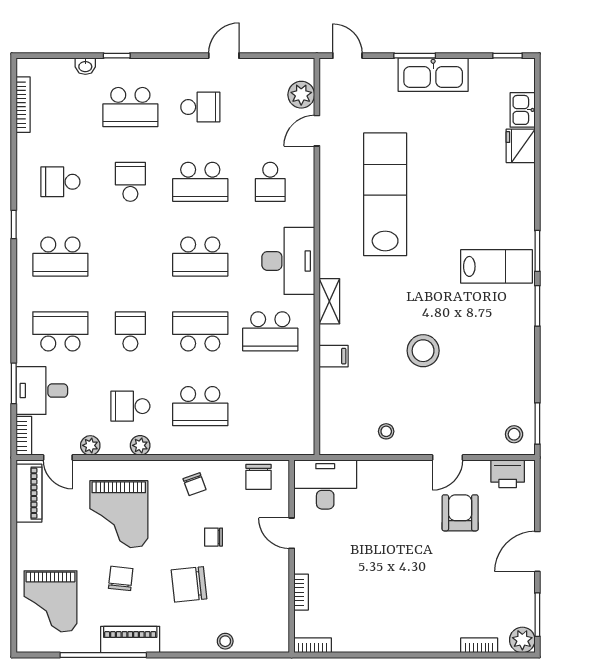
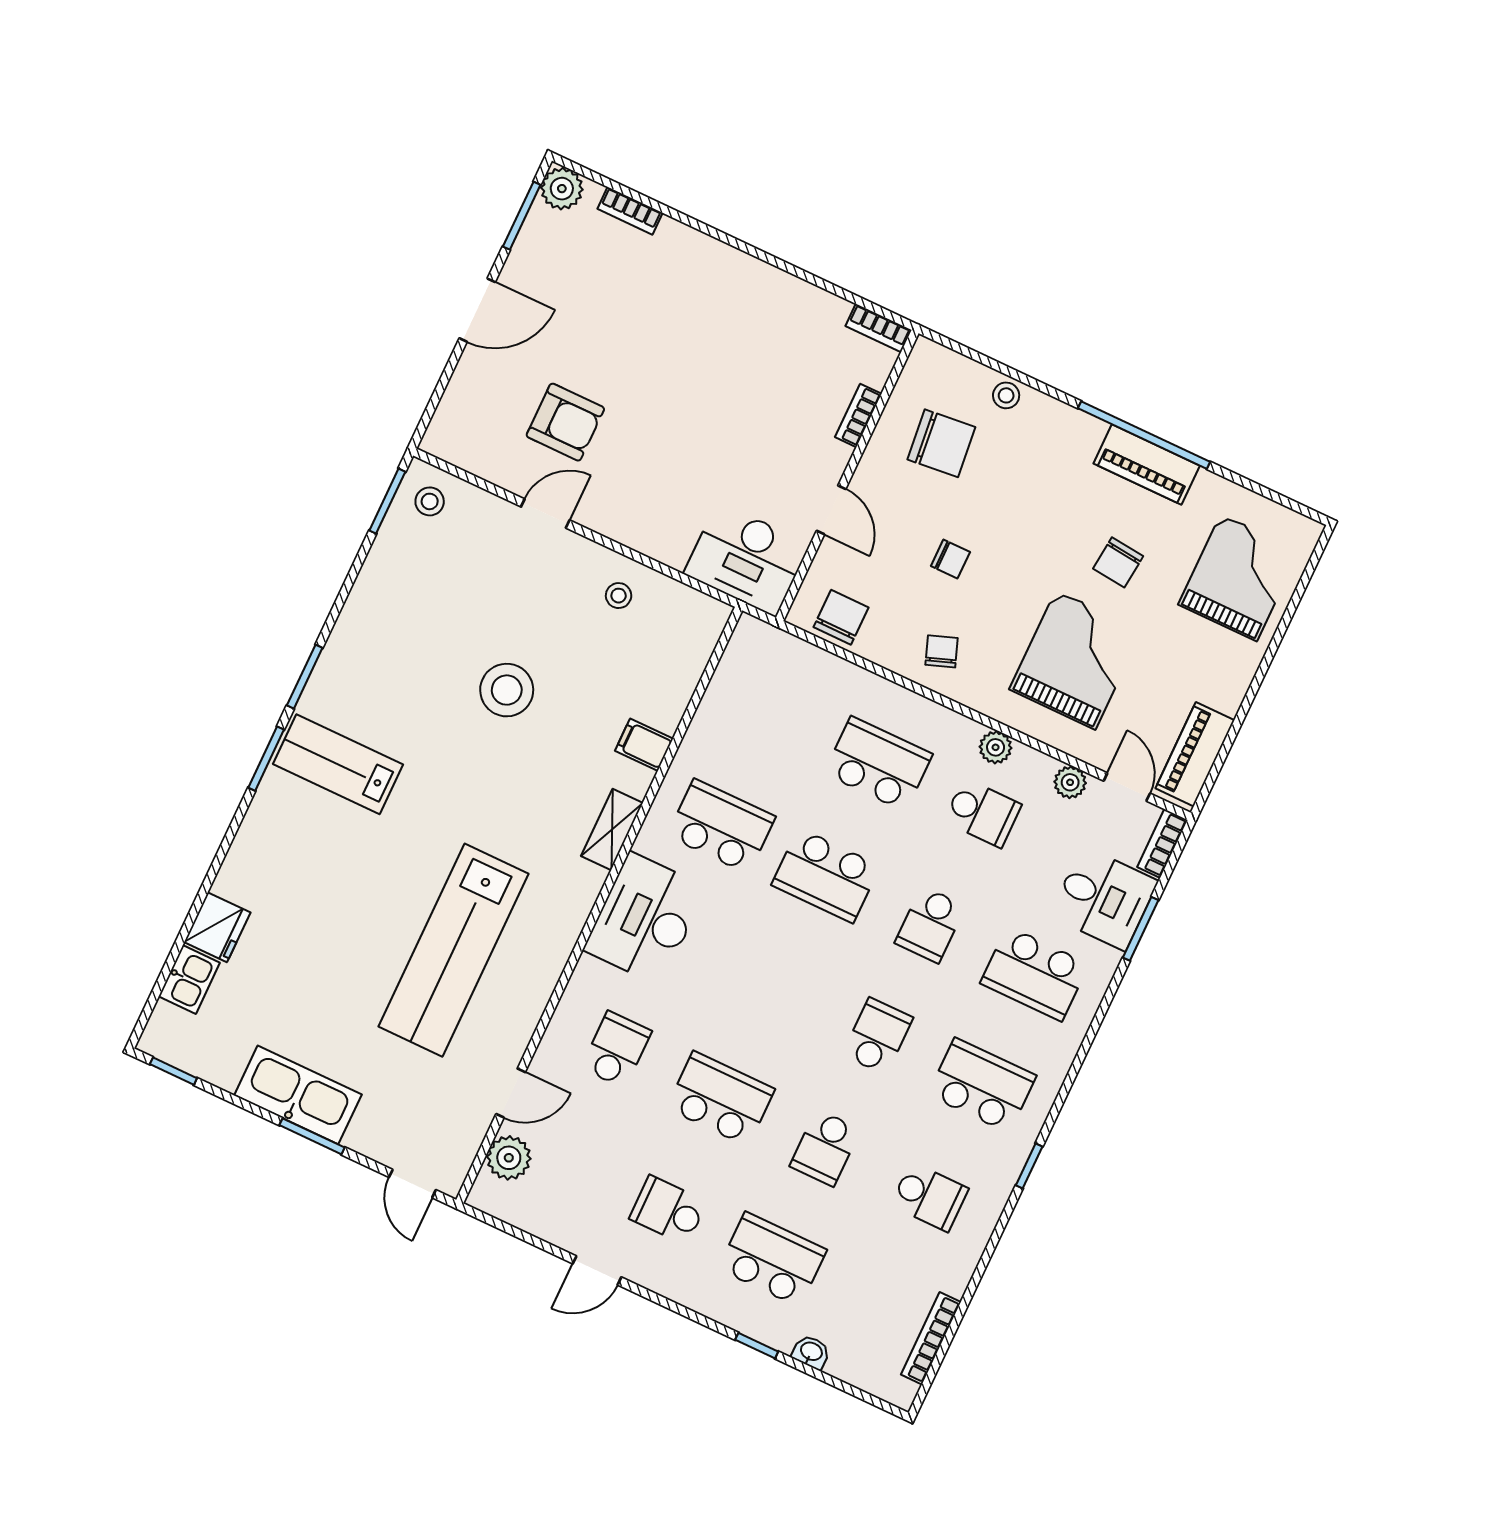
school desk: (200, 257) -> (878, 1036), moved, width x0.54
printer: (508, 474) -> (467, 447), removed
armchair: (460, 513) -> (565, 422), turned -90
chair: (189, 584) -> (941, 443), moved
window: (103, 655) -> (1144, 435), moved

